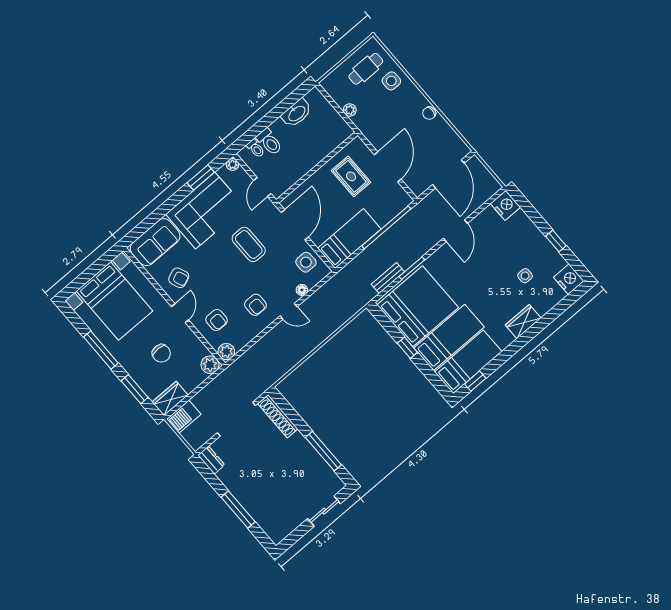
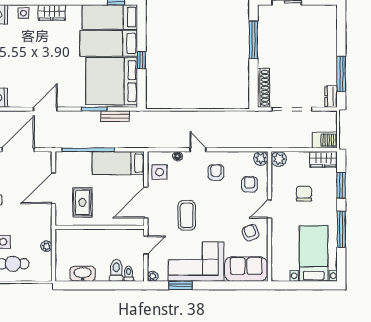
side table: (525, 276) -> (23, 13), moved
bed with nightstands: (115, 301) -> (314, 253), width x0.73
window: (238, 510) -> (341, 74), moved

